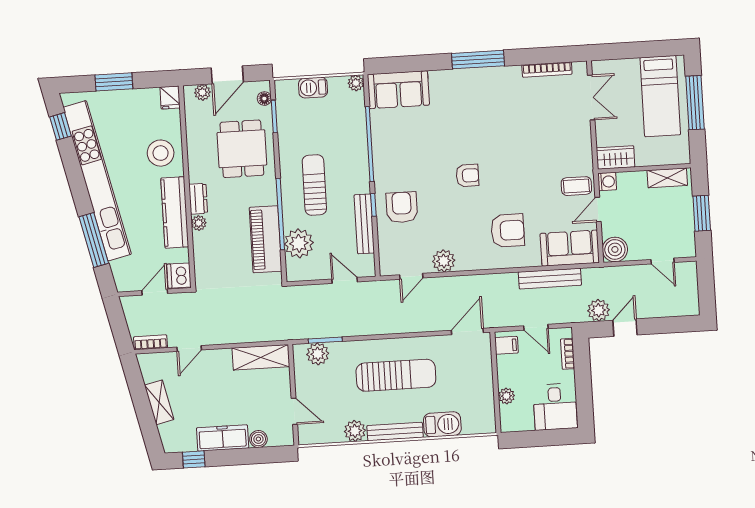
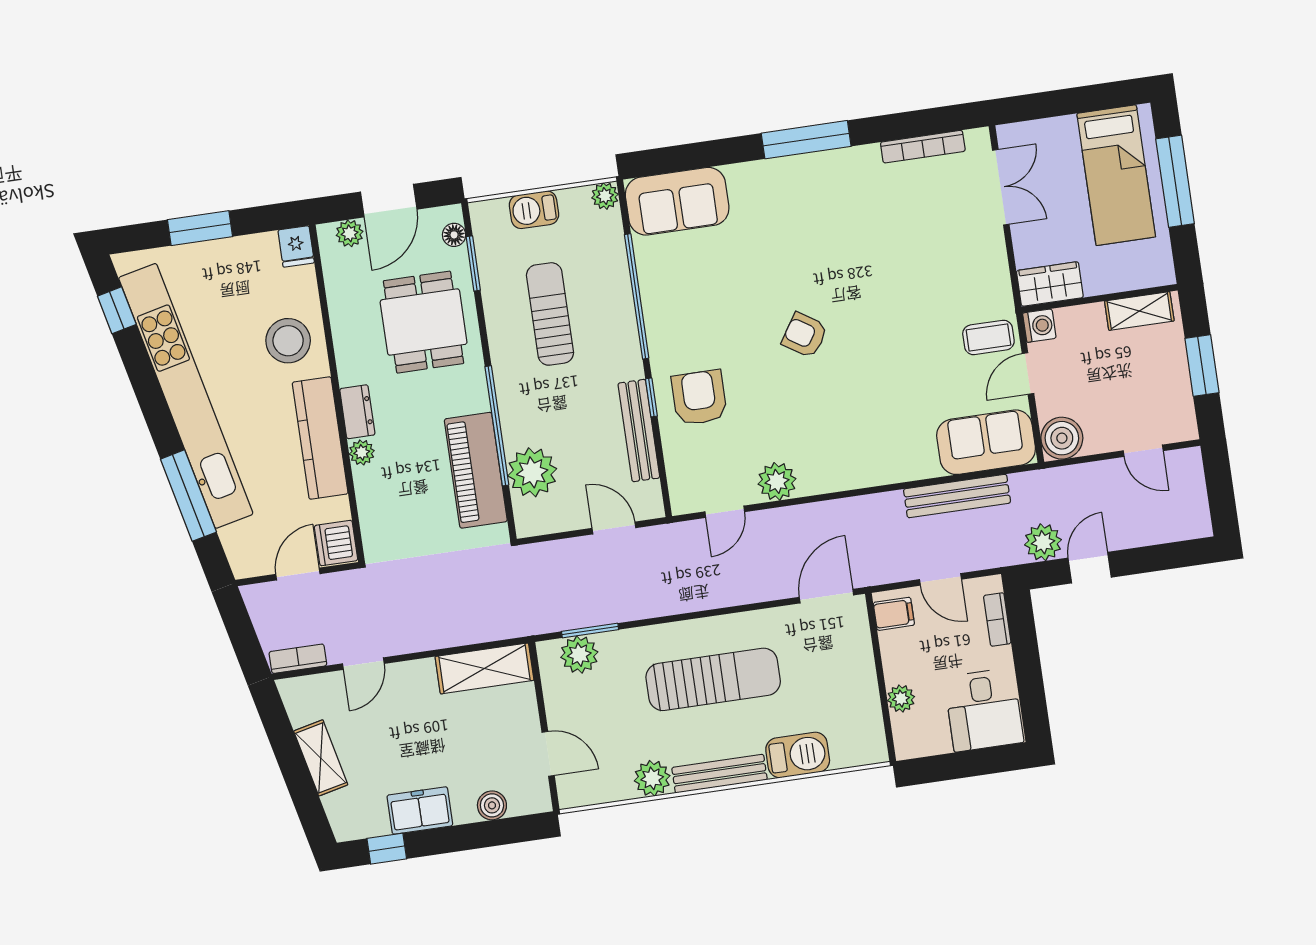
armchair: (467, 175) -> (805, 335), turned -147
sun lounger: (314, 185) -> (550, 314), moved
armchair: (508, 230) -> (880, 421), removed
freezer: (223, 438) -> (420, 810), width x0.71

